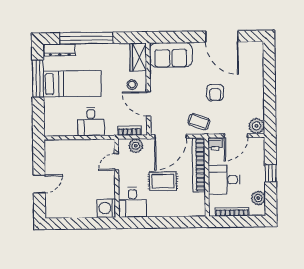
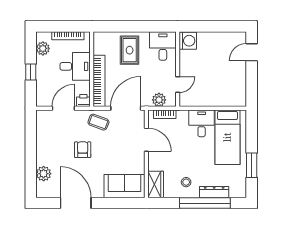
dresser: (60, 50) -> (214, 192), moved
window: (38, 78) -> (252, 165), width x0.69
bed: (72, 84) -> (227, 137), moved, turned -90
stool: (132, 85) -> (186, 182), moved
plant: (257, 126) -> (44, 174), moved
rug: (163, 181) -> (130, 50), moved, turned 90
door: (39, 184) -> (252, 52), moved

